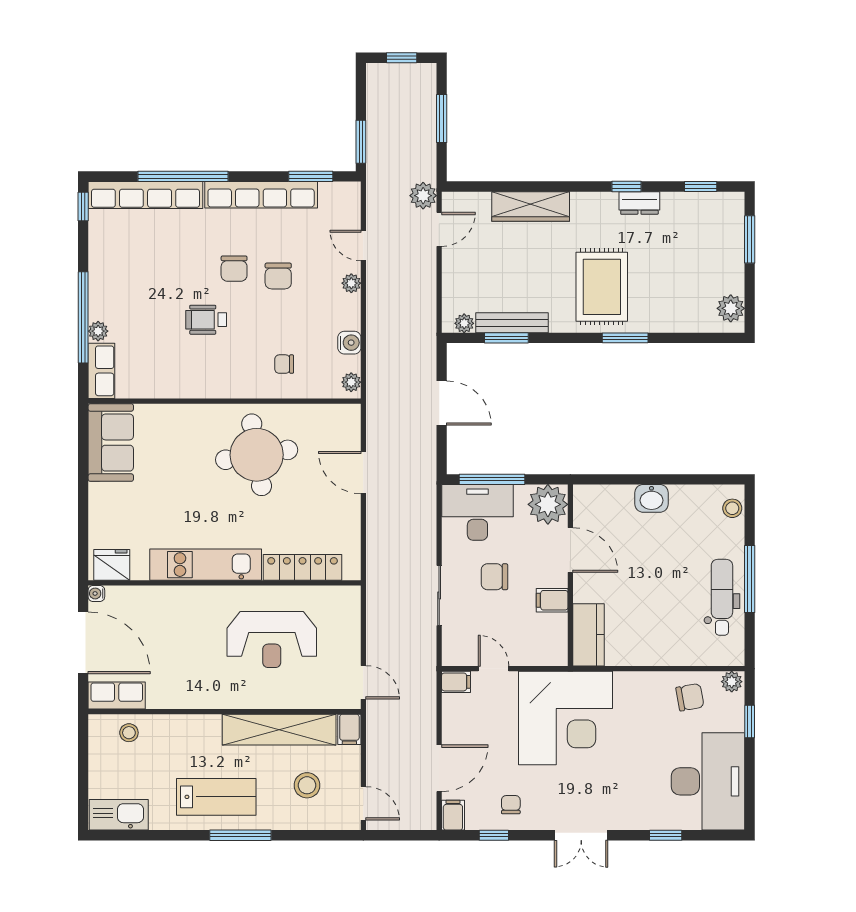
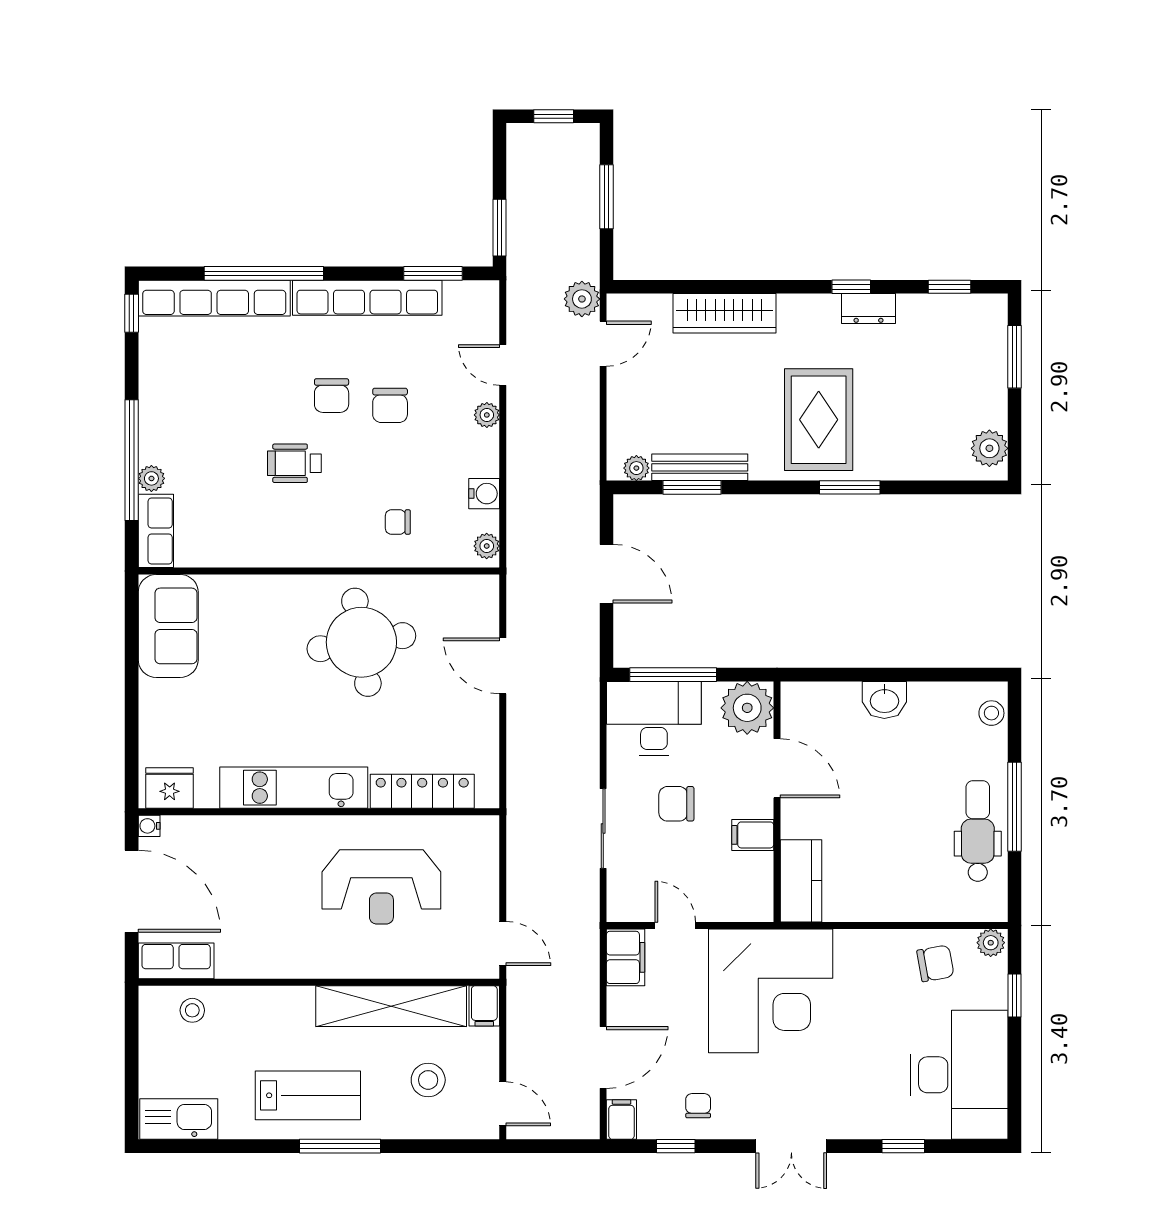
filing cabinet: (456, 682) -> (626, 957), width x2.00

